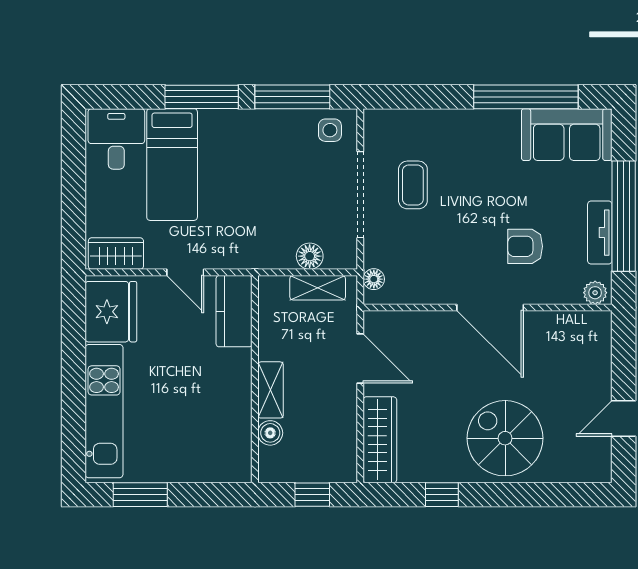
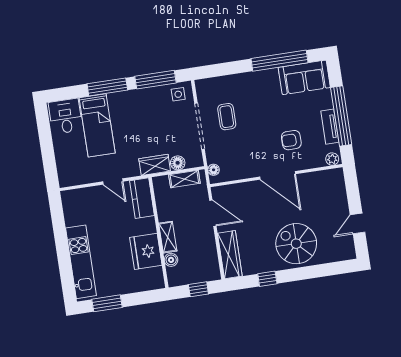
wardrobe: (116, 254) -> (155, 165), moved
fridge: (111, 312) -> (146, 251), moved, turned 180

